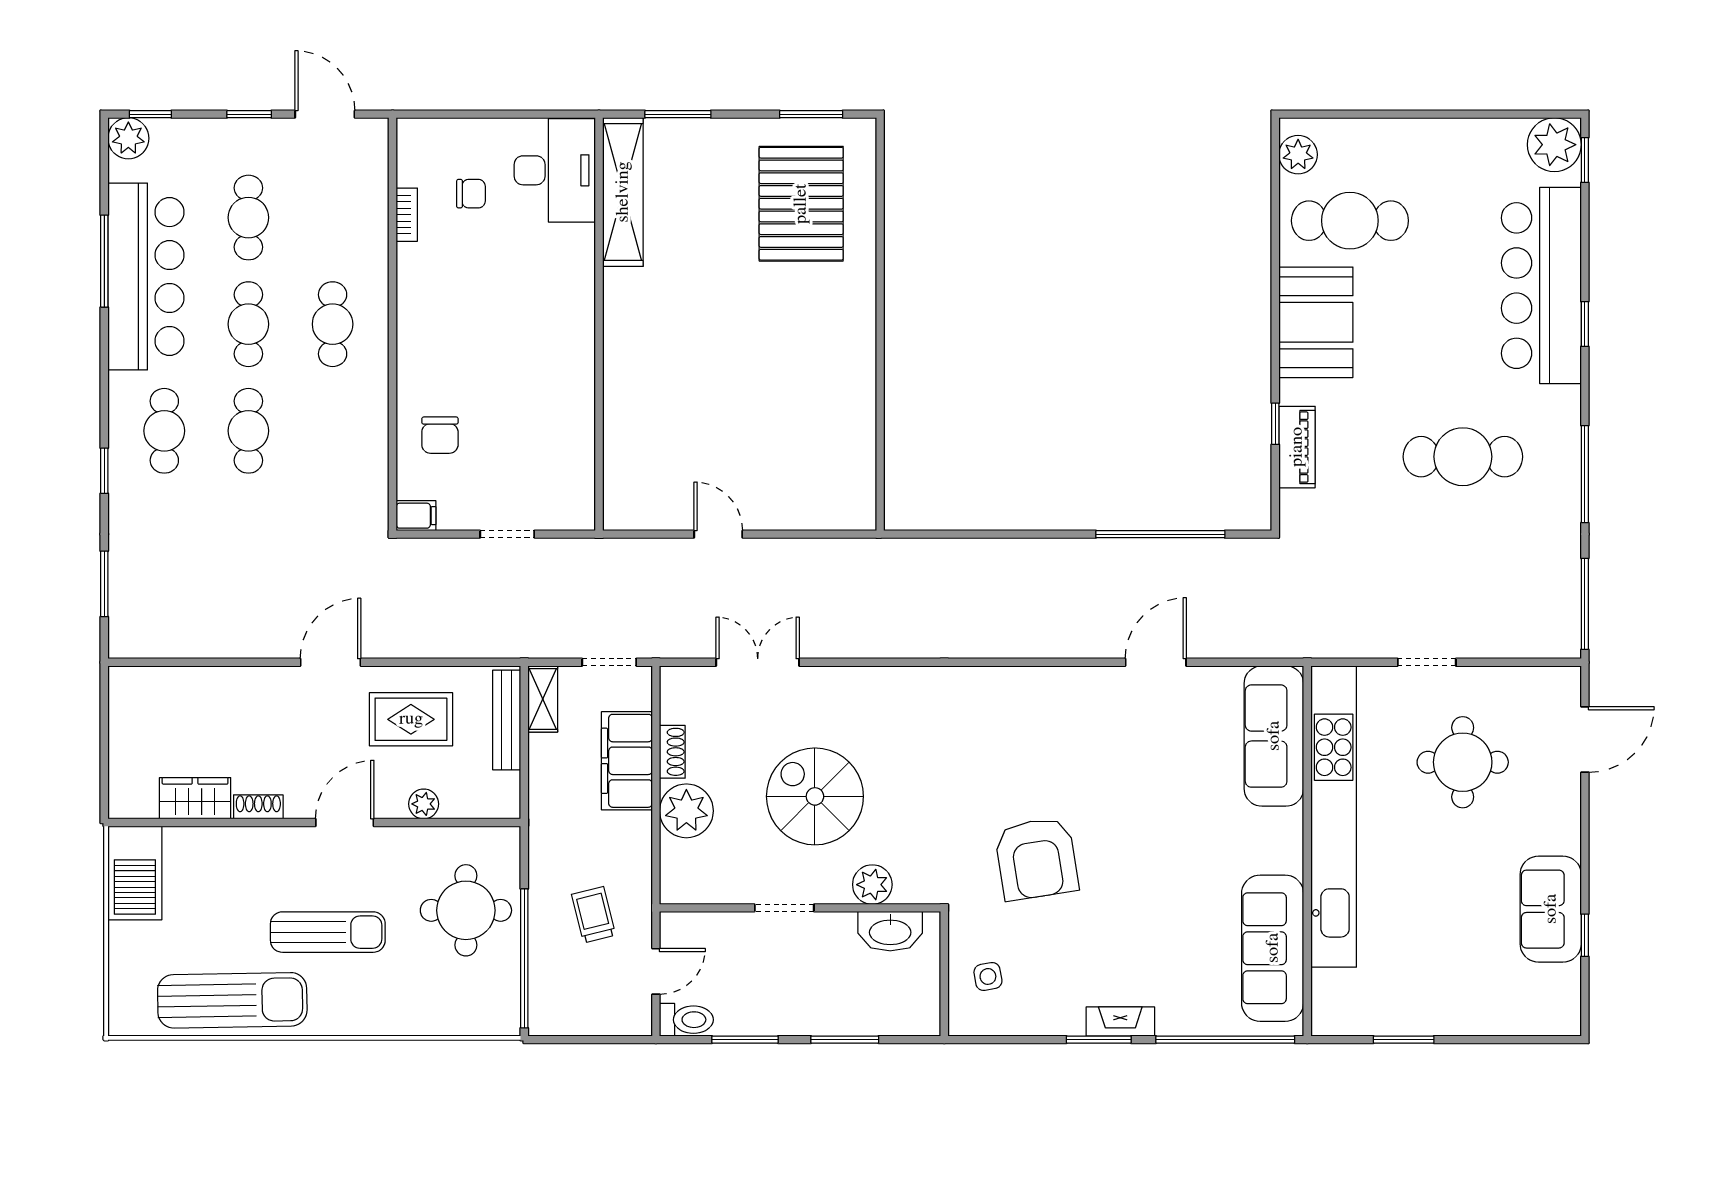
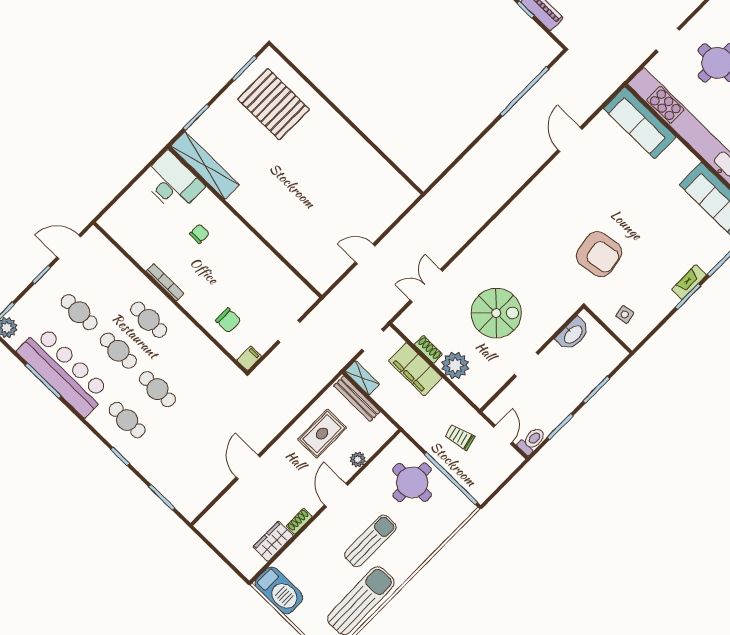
chair: (471, 194) -> (199, 234), moved
bookcase: (407, 215) -> (165, 282), moved, width x1.56
door: (330, 662) -> (248, 467), moved
spiral stairs: (815, 796) -> (496, 313), turned 180
plant: (872, 885) -> (549, 324), removed

